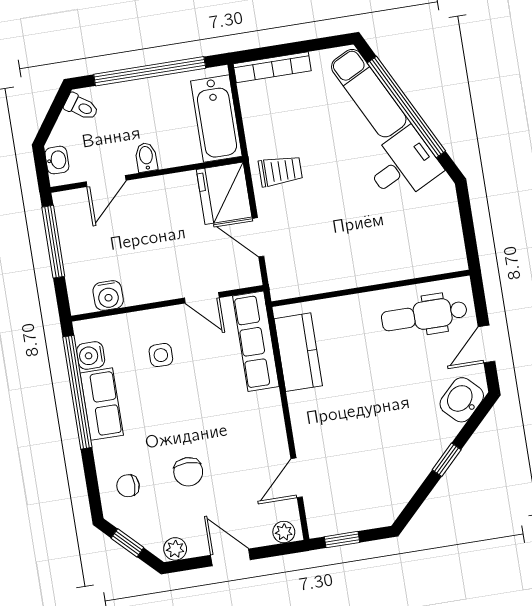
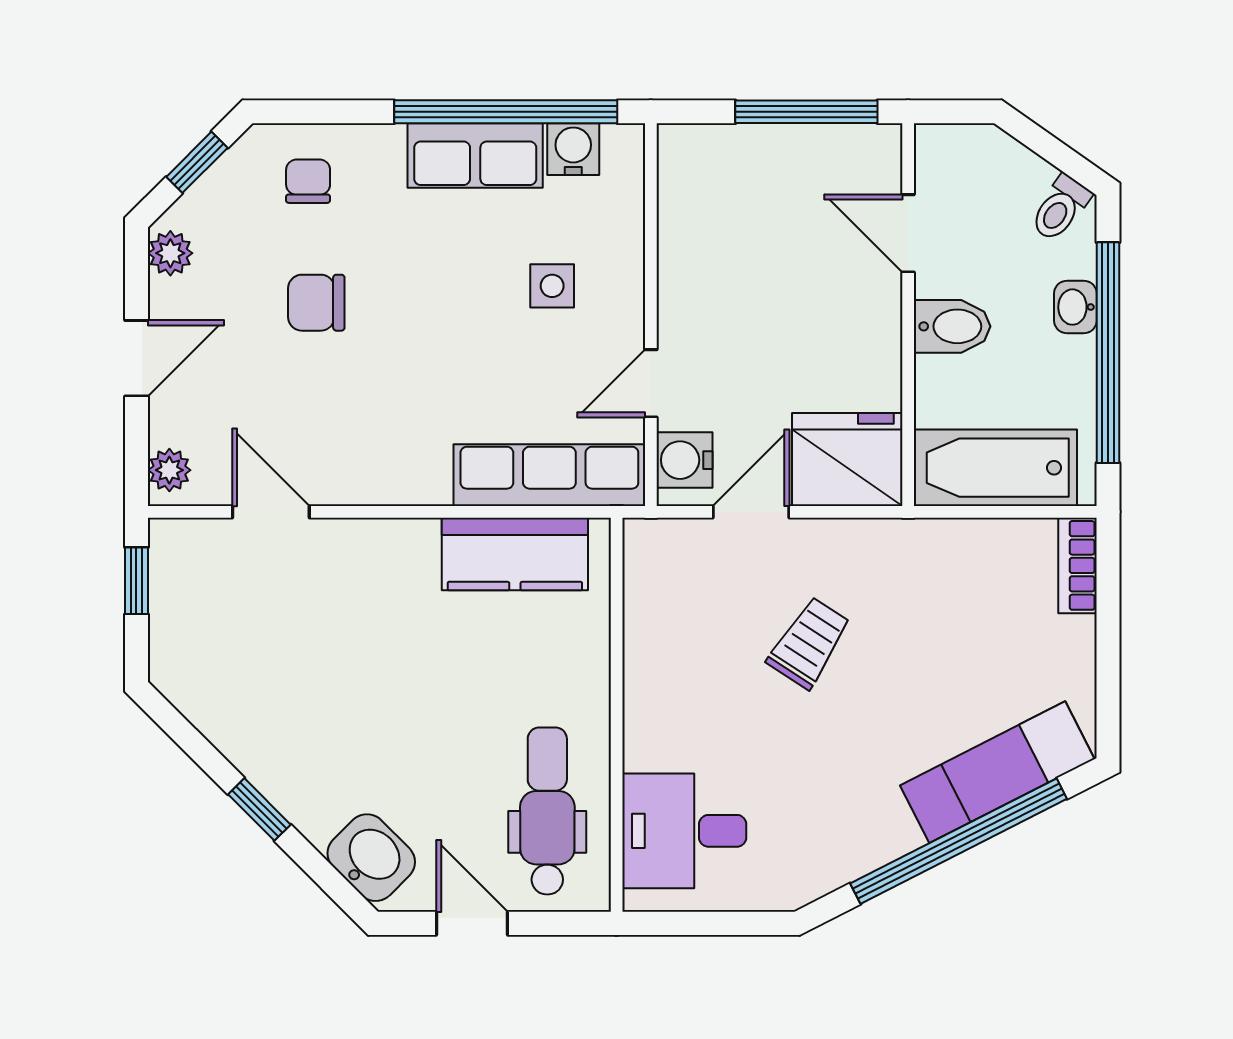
bookcase: (272, 67) -> (1077, 565), width x0.64
bidet: (146, 157) -> (952, 326), width x1.38, depth x1.36
washbasin: (57, 160) -> (1075, 307), moved, turned 90
desk: (403, 165) -> (684, 831), moved, turned 117
trolley: (280, 171) -> (809, 643), moved, turned -147
water cooler: (108, 296) -> (684, 460), moved

